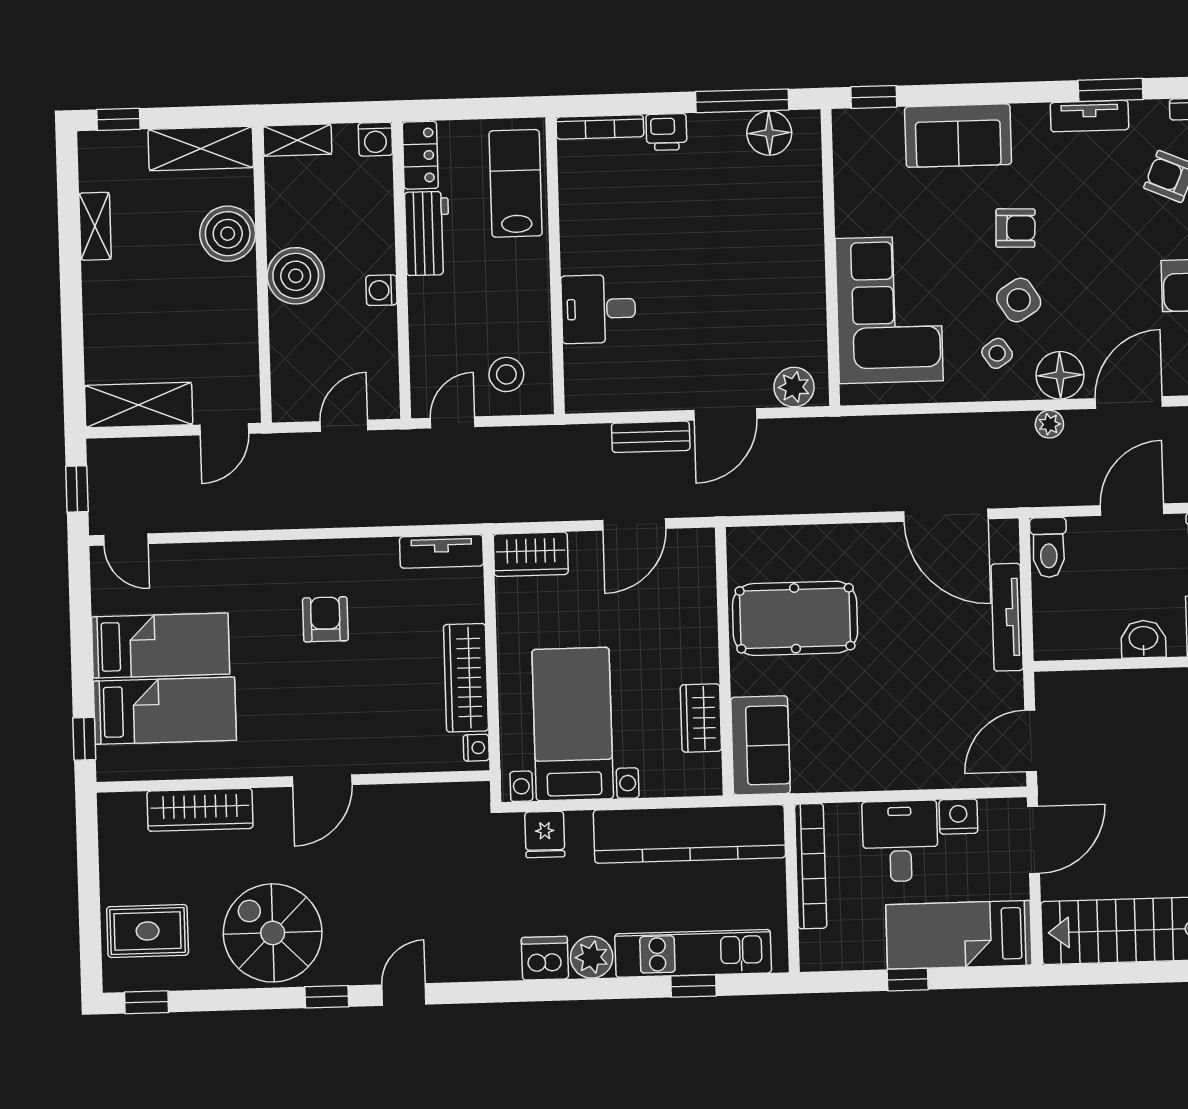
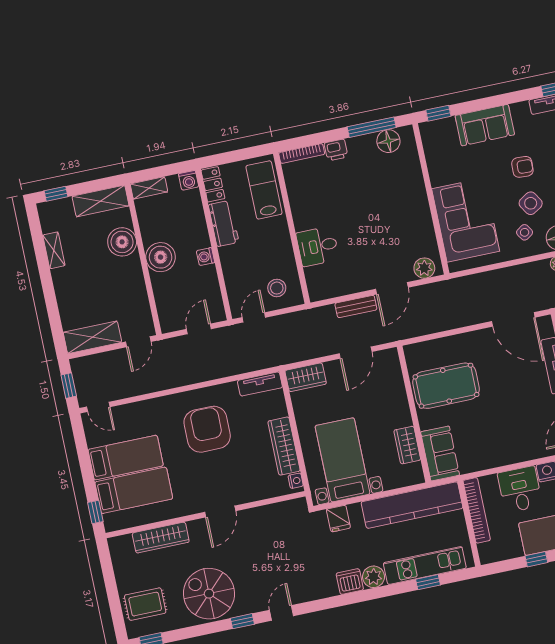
armchair: (325, 619) -> (207, 429), width x1.88, depth x1.88

